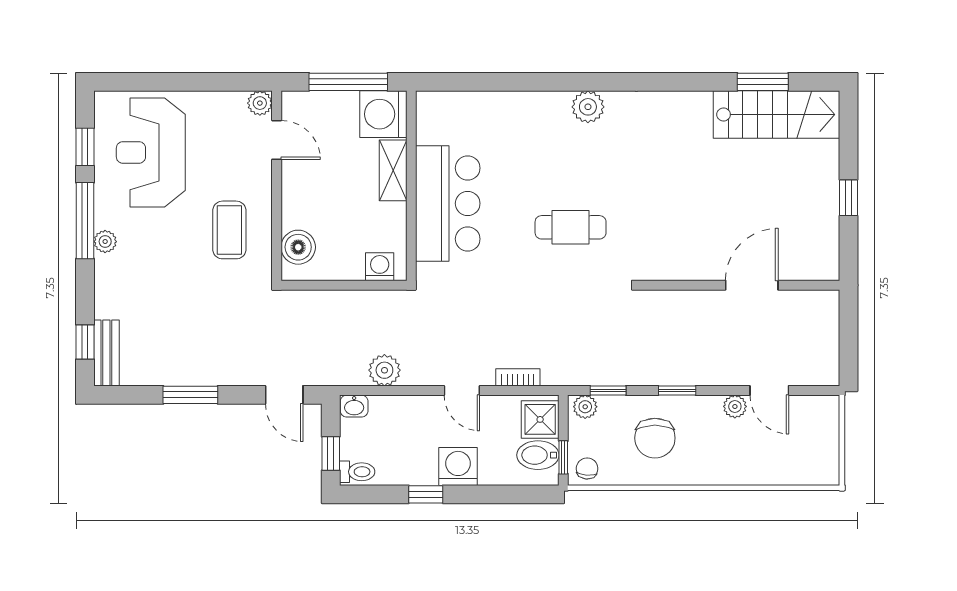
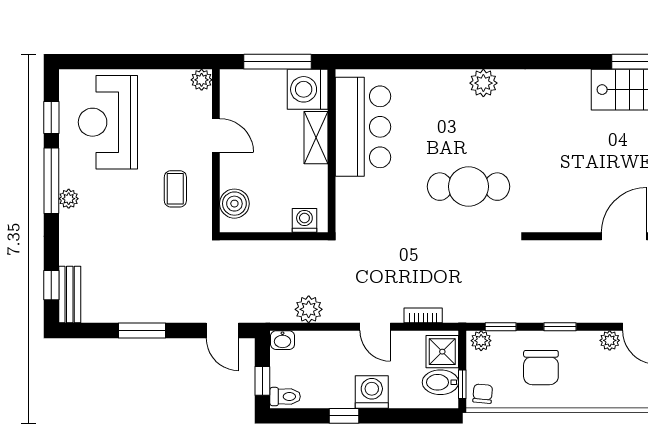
door: (277, 140) -> (216, 135), moved
bar counter: (448, 203) -> (363, 127), moved
cafe table: (571, 227) -> (468, 187), width x1.37, depth x1.35
coffee table: (229, 230) -> (175, 189), width x0.73, depth x0.77

